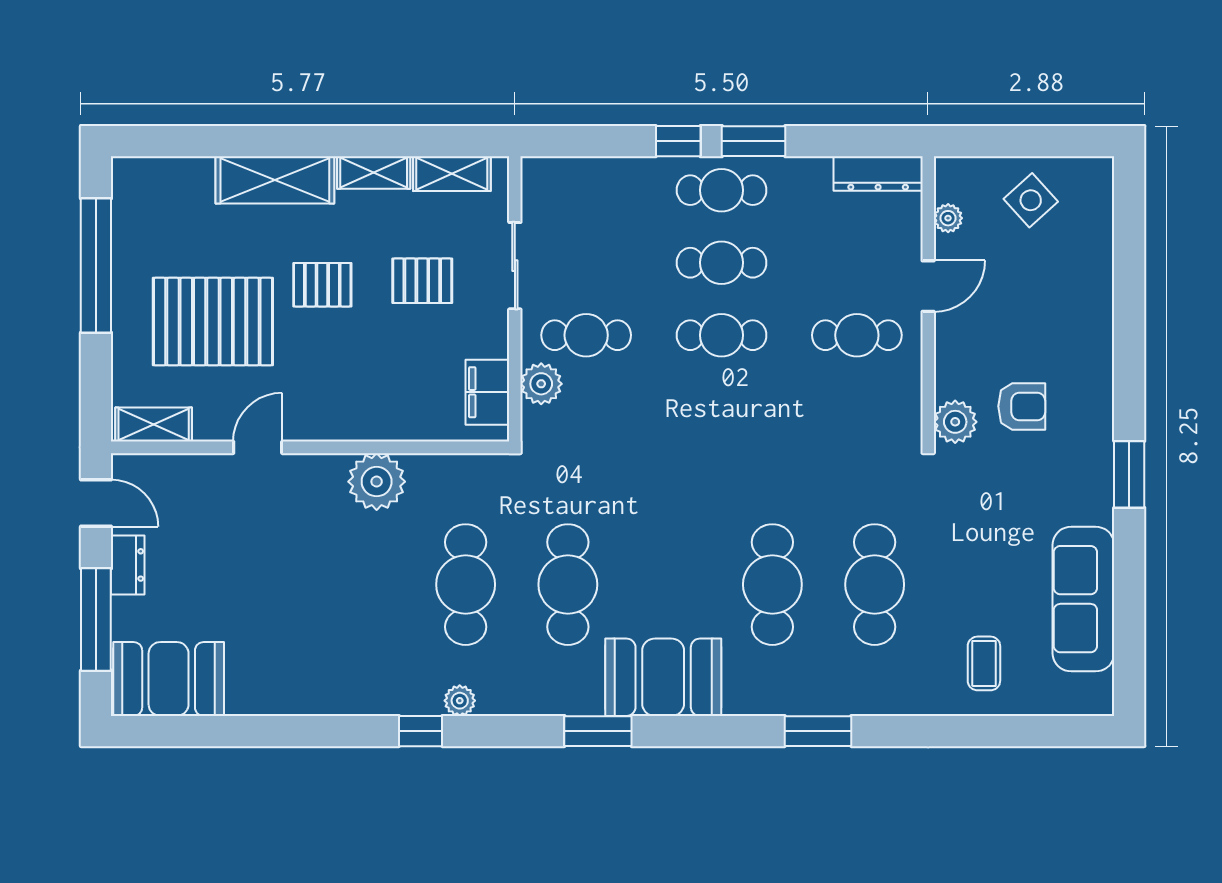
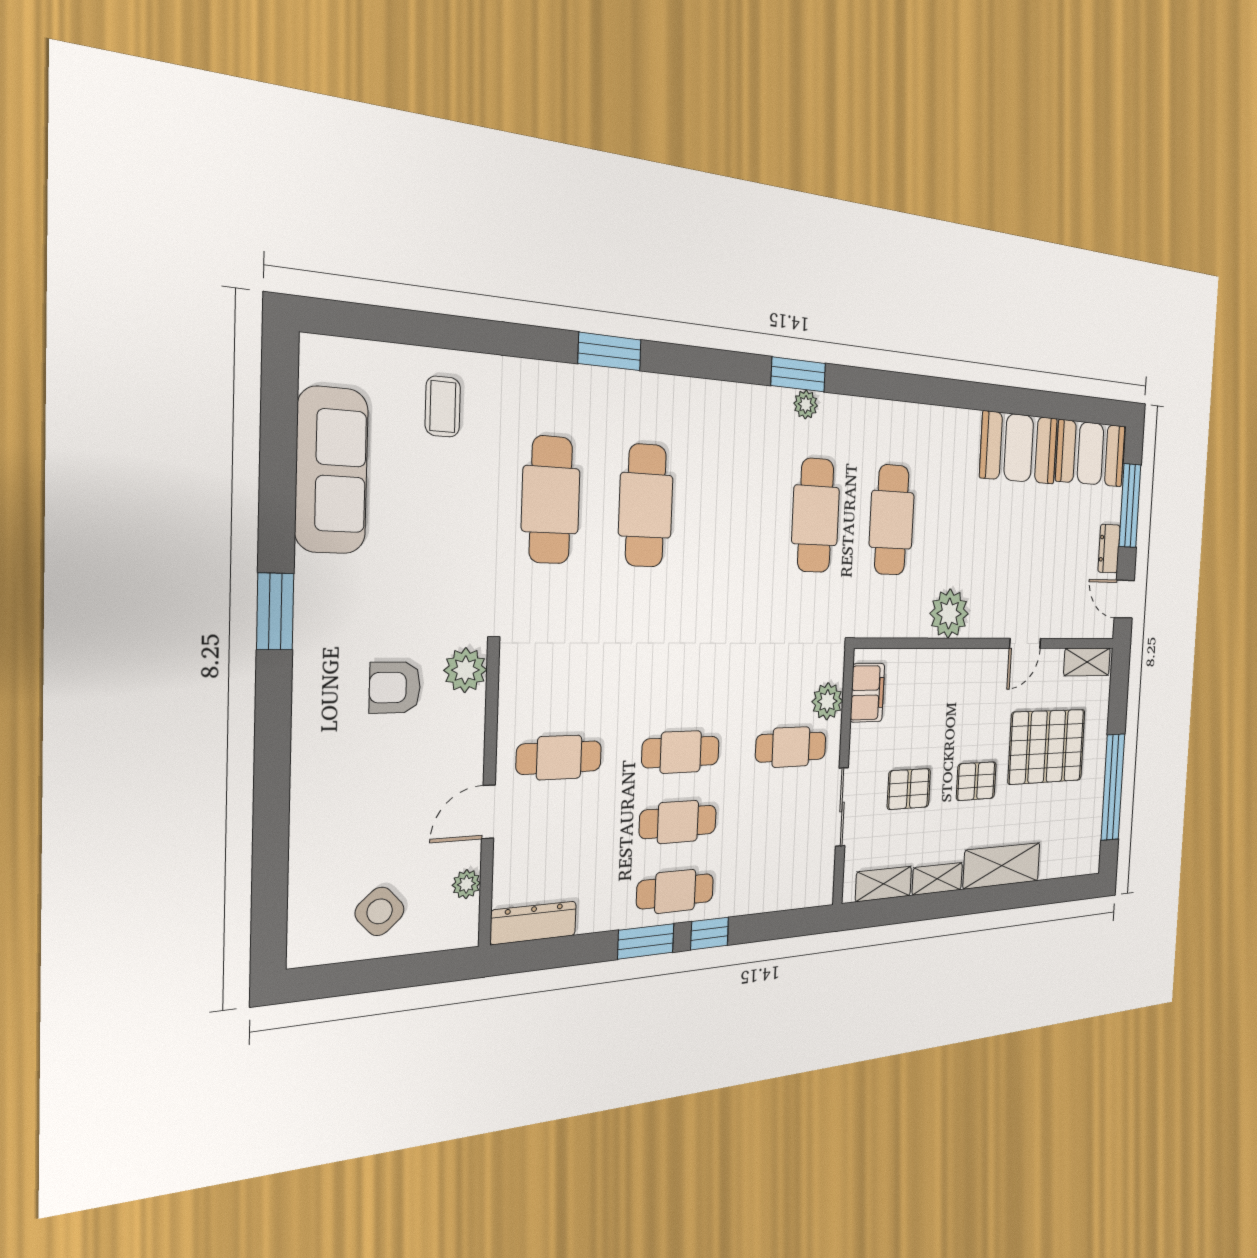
booth: (663, 677) -> (1019, 448), moved
plant: (460, 701) -> (806, 405), moved
window: (421, 731) -> (930, 390), removed

